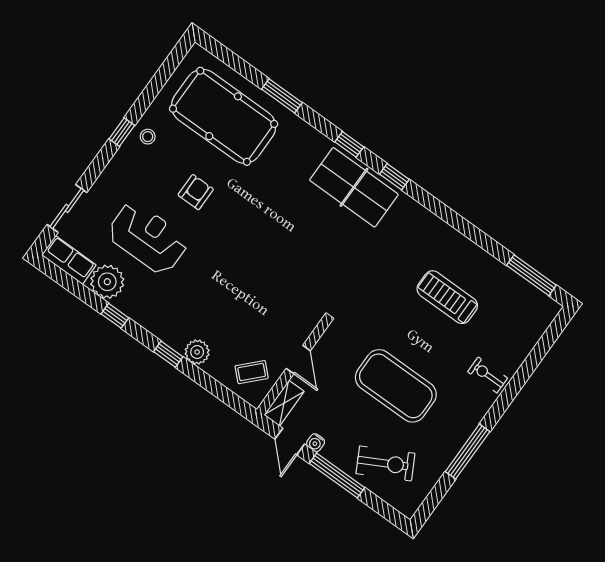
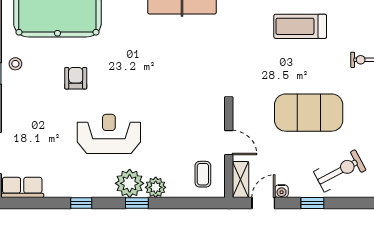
reception desk: (148, 238) -> (109, 134), moved
plant: (107, 282) -> (130, 183), moved
coffee table: (252, 372) -> (203, 174), turned -44
door: (290, 442) -> (263, 203), swing flipped
window: (337, 475) -> (312, 203), width x0.46

